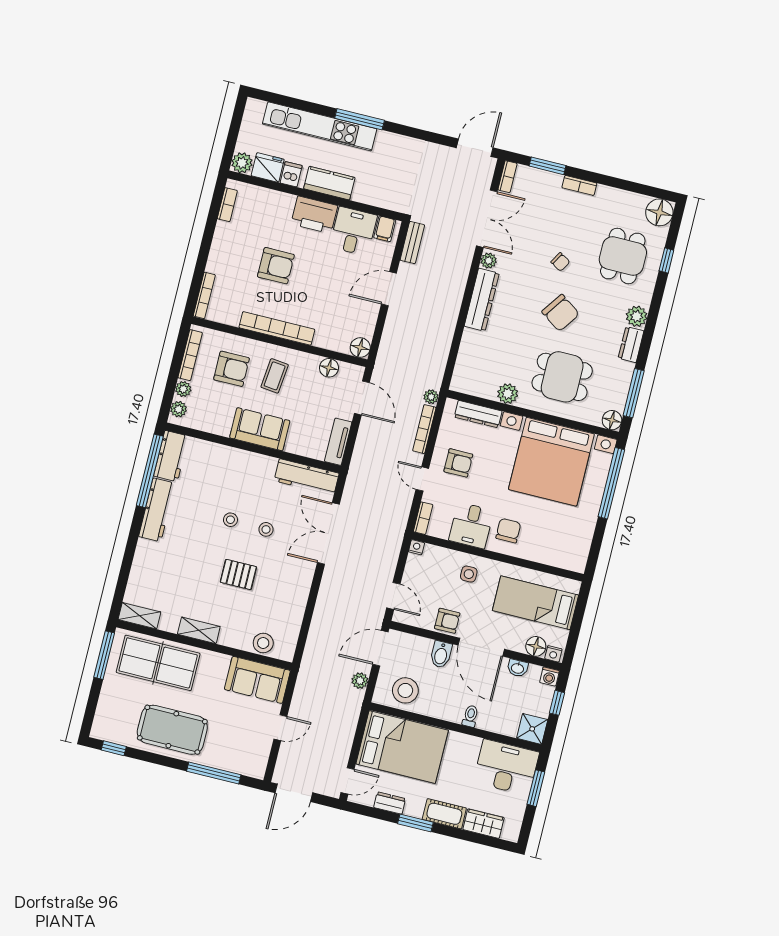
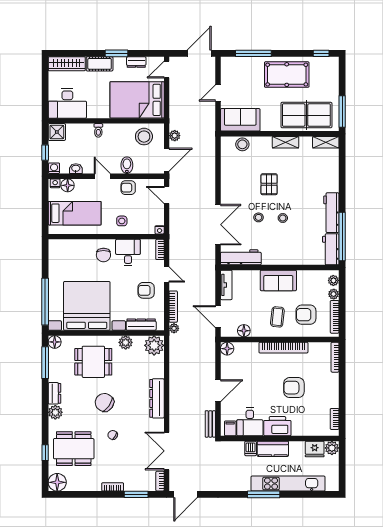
dishwasher: (291, 174) -> (251, 448), moved
dining table: (623, 256) -> (74, 449), width x1.38
plant: (489, 261) -> (154, 345), moved, width x1.88, depth x1.88
pallet: (238, 574) -> (269, 184), turned 90
door: (481, 647) -> (102, 176), width x0.53
window: (536, 788) -> (45, 95), removed
wardrobe: (484, 824) -> (67, 64), width x1.50

